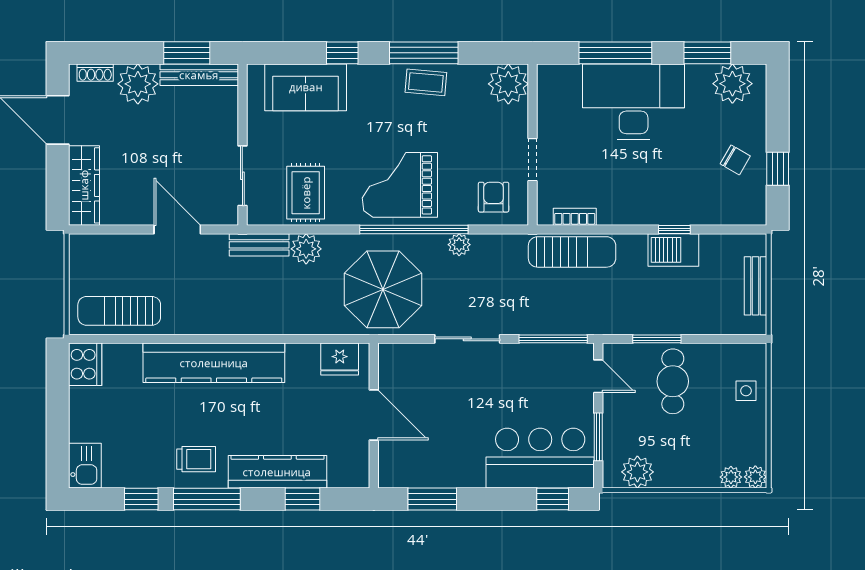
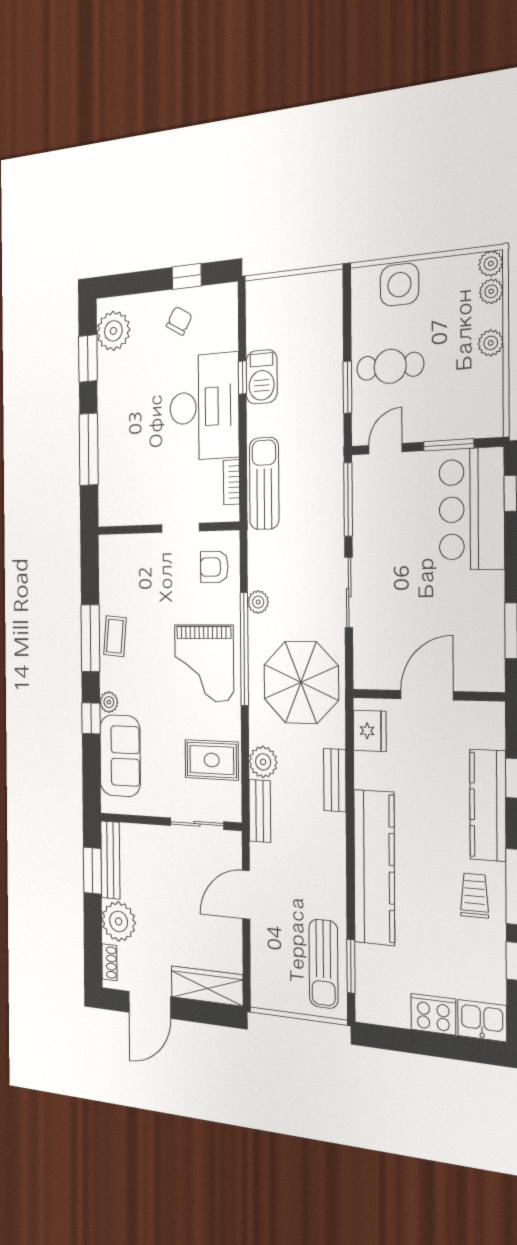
plant: (508, 84) -> (109, 702), moved, width x0.53, depth x0.53
desk: (634, 102) -> (204, 407), moved, turned 180
bench: (755, 286) -> (335, 780), moved, turned 90
window: (120, 339) -> (351, 966), added
cooker: (85, 364) -> (433, 1014), moved
side table: (746, 391) -> (399, 285), width x1.87, depth x1.87
plant: (637, 472) -> (491, 343), moved, width x0.73, depth x0.73

